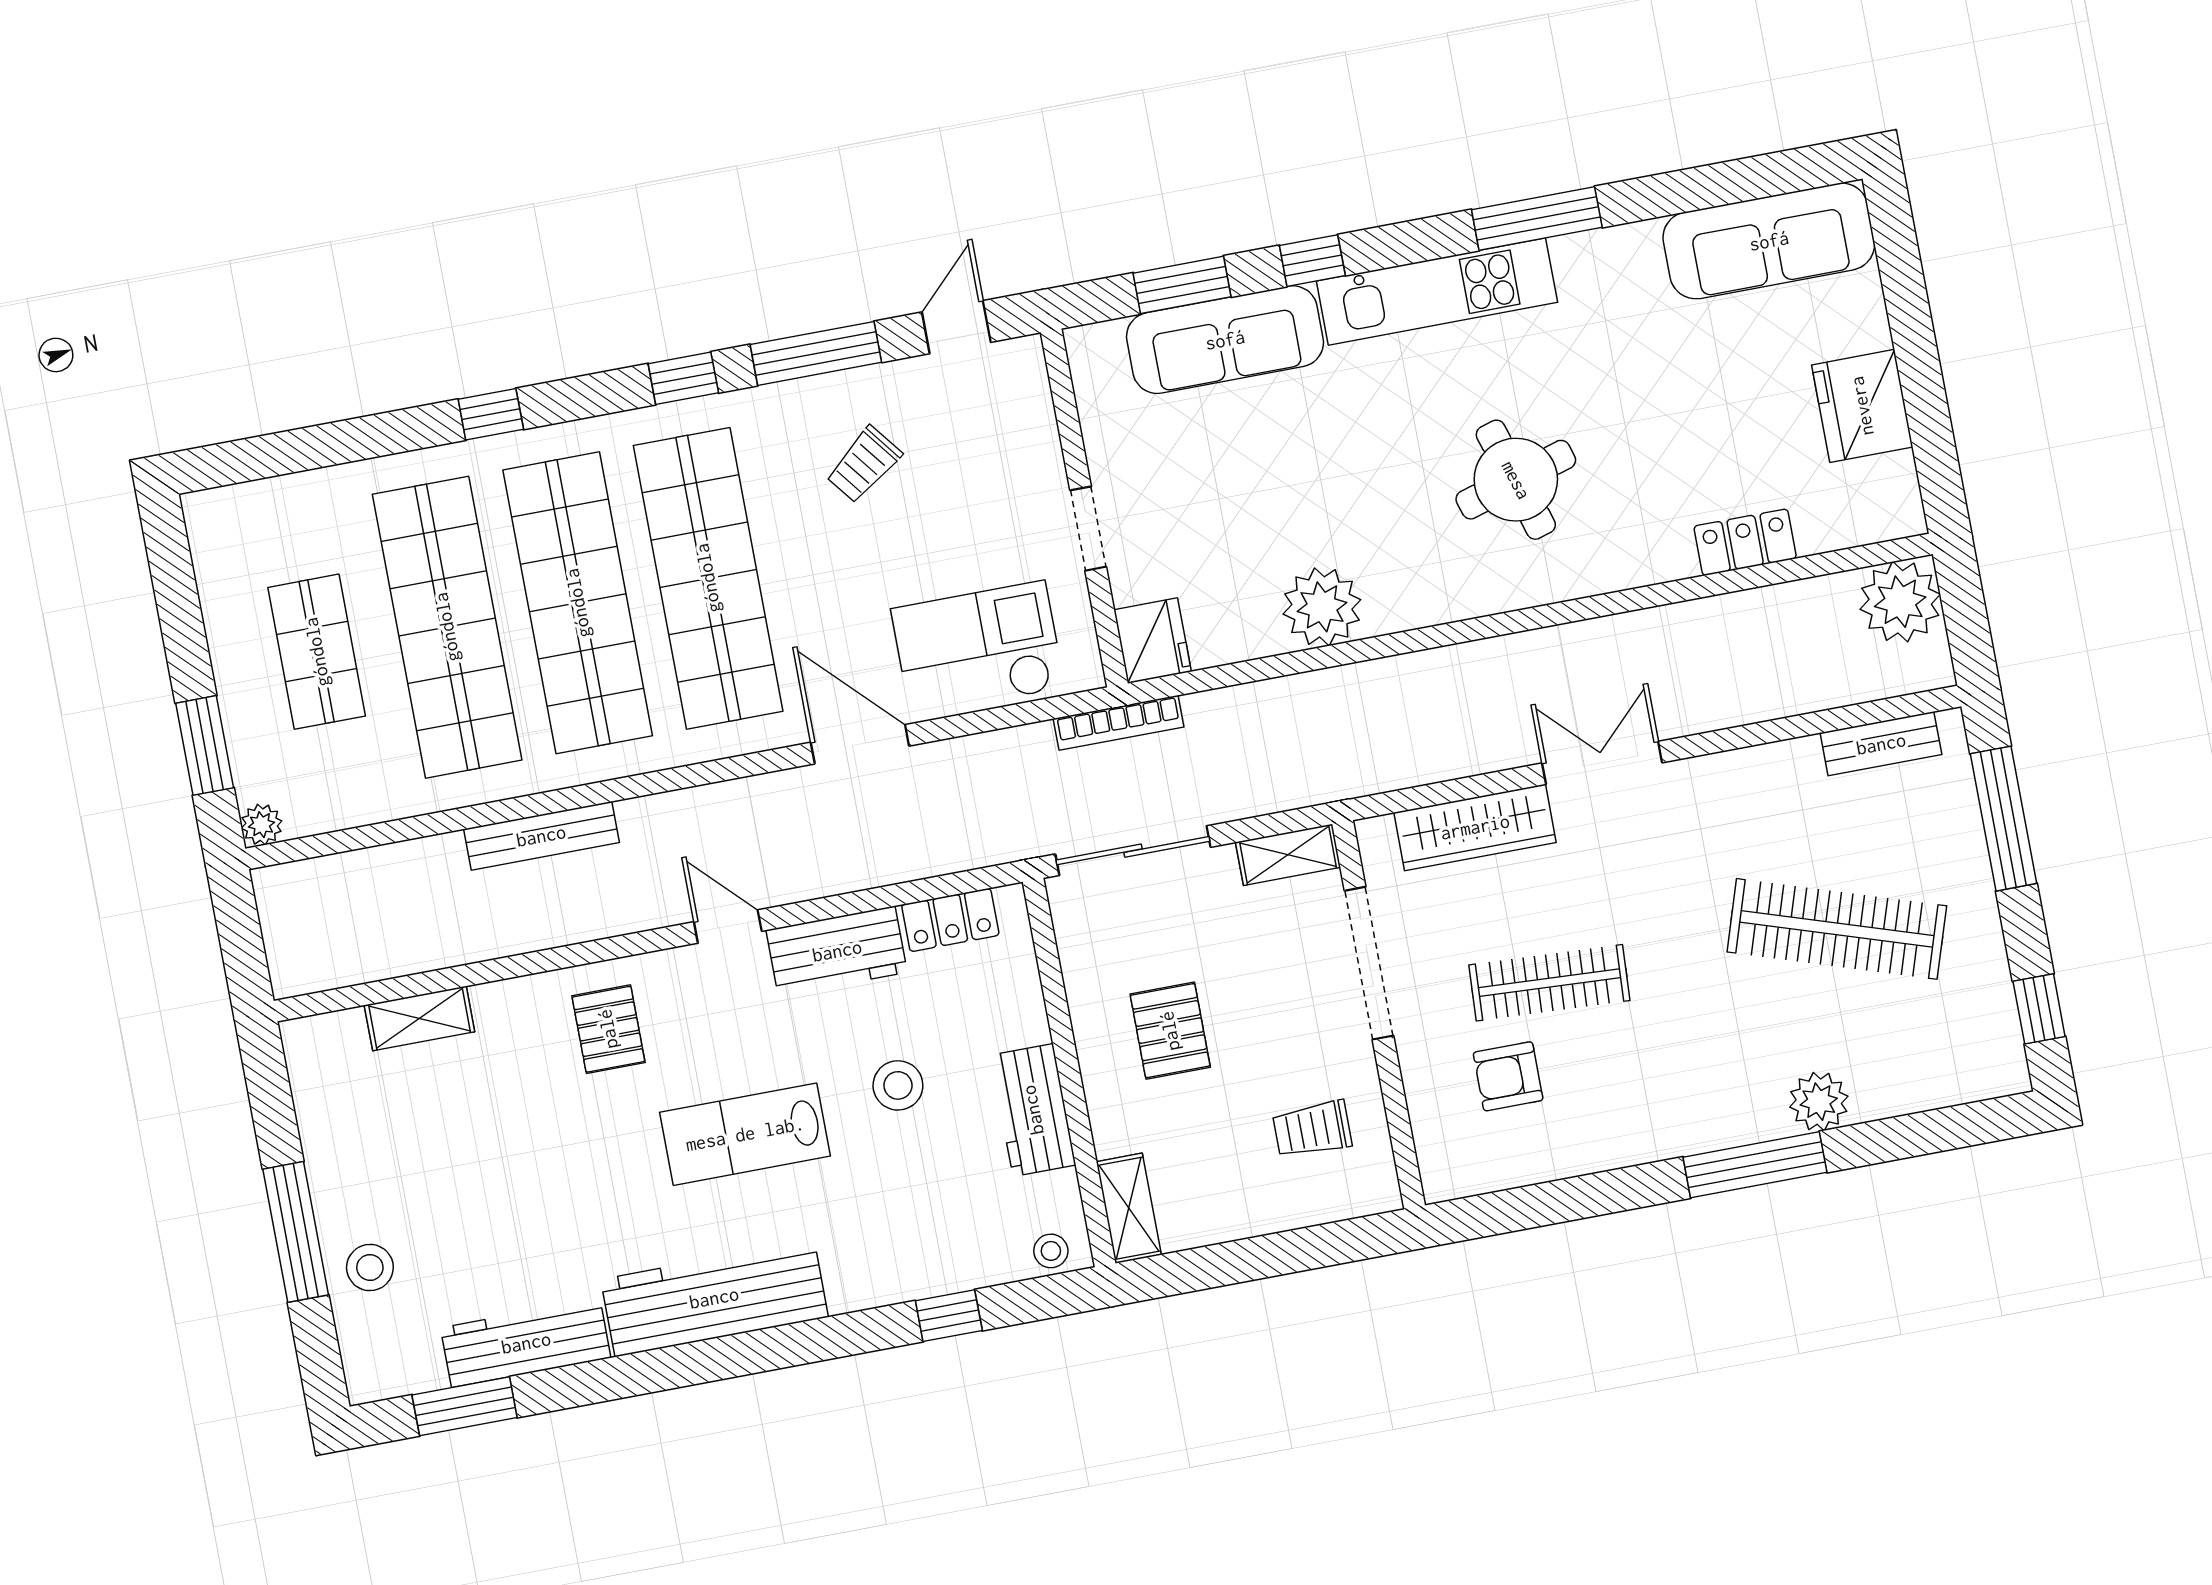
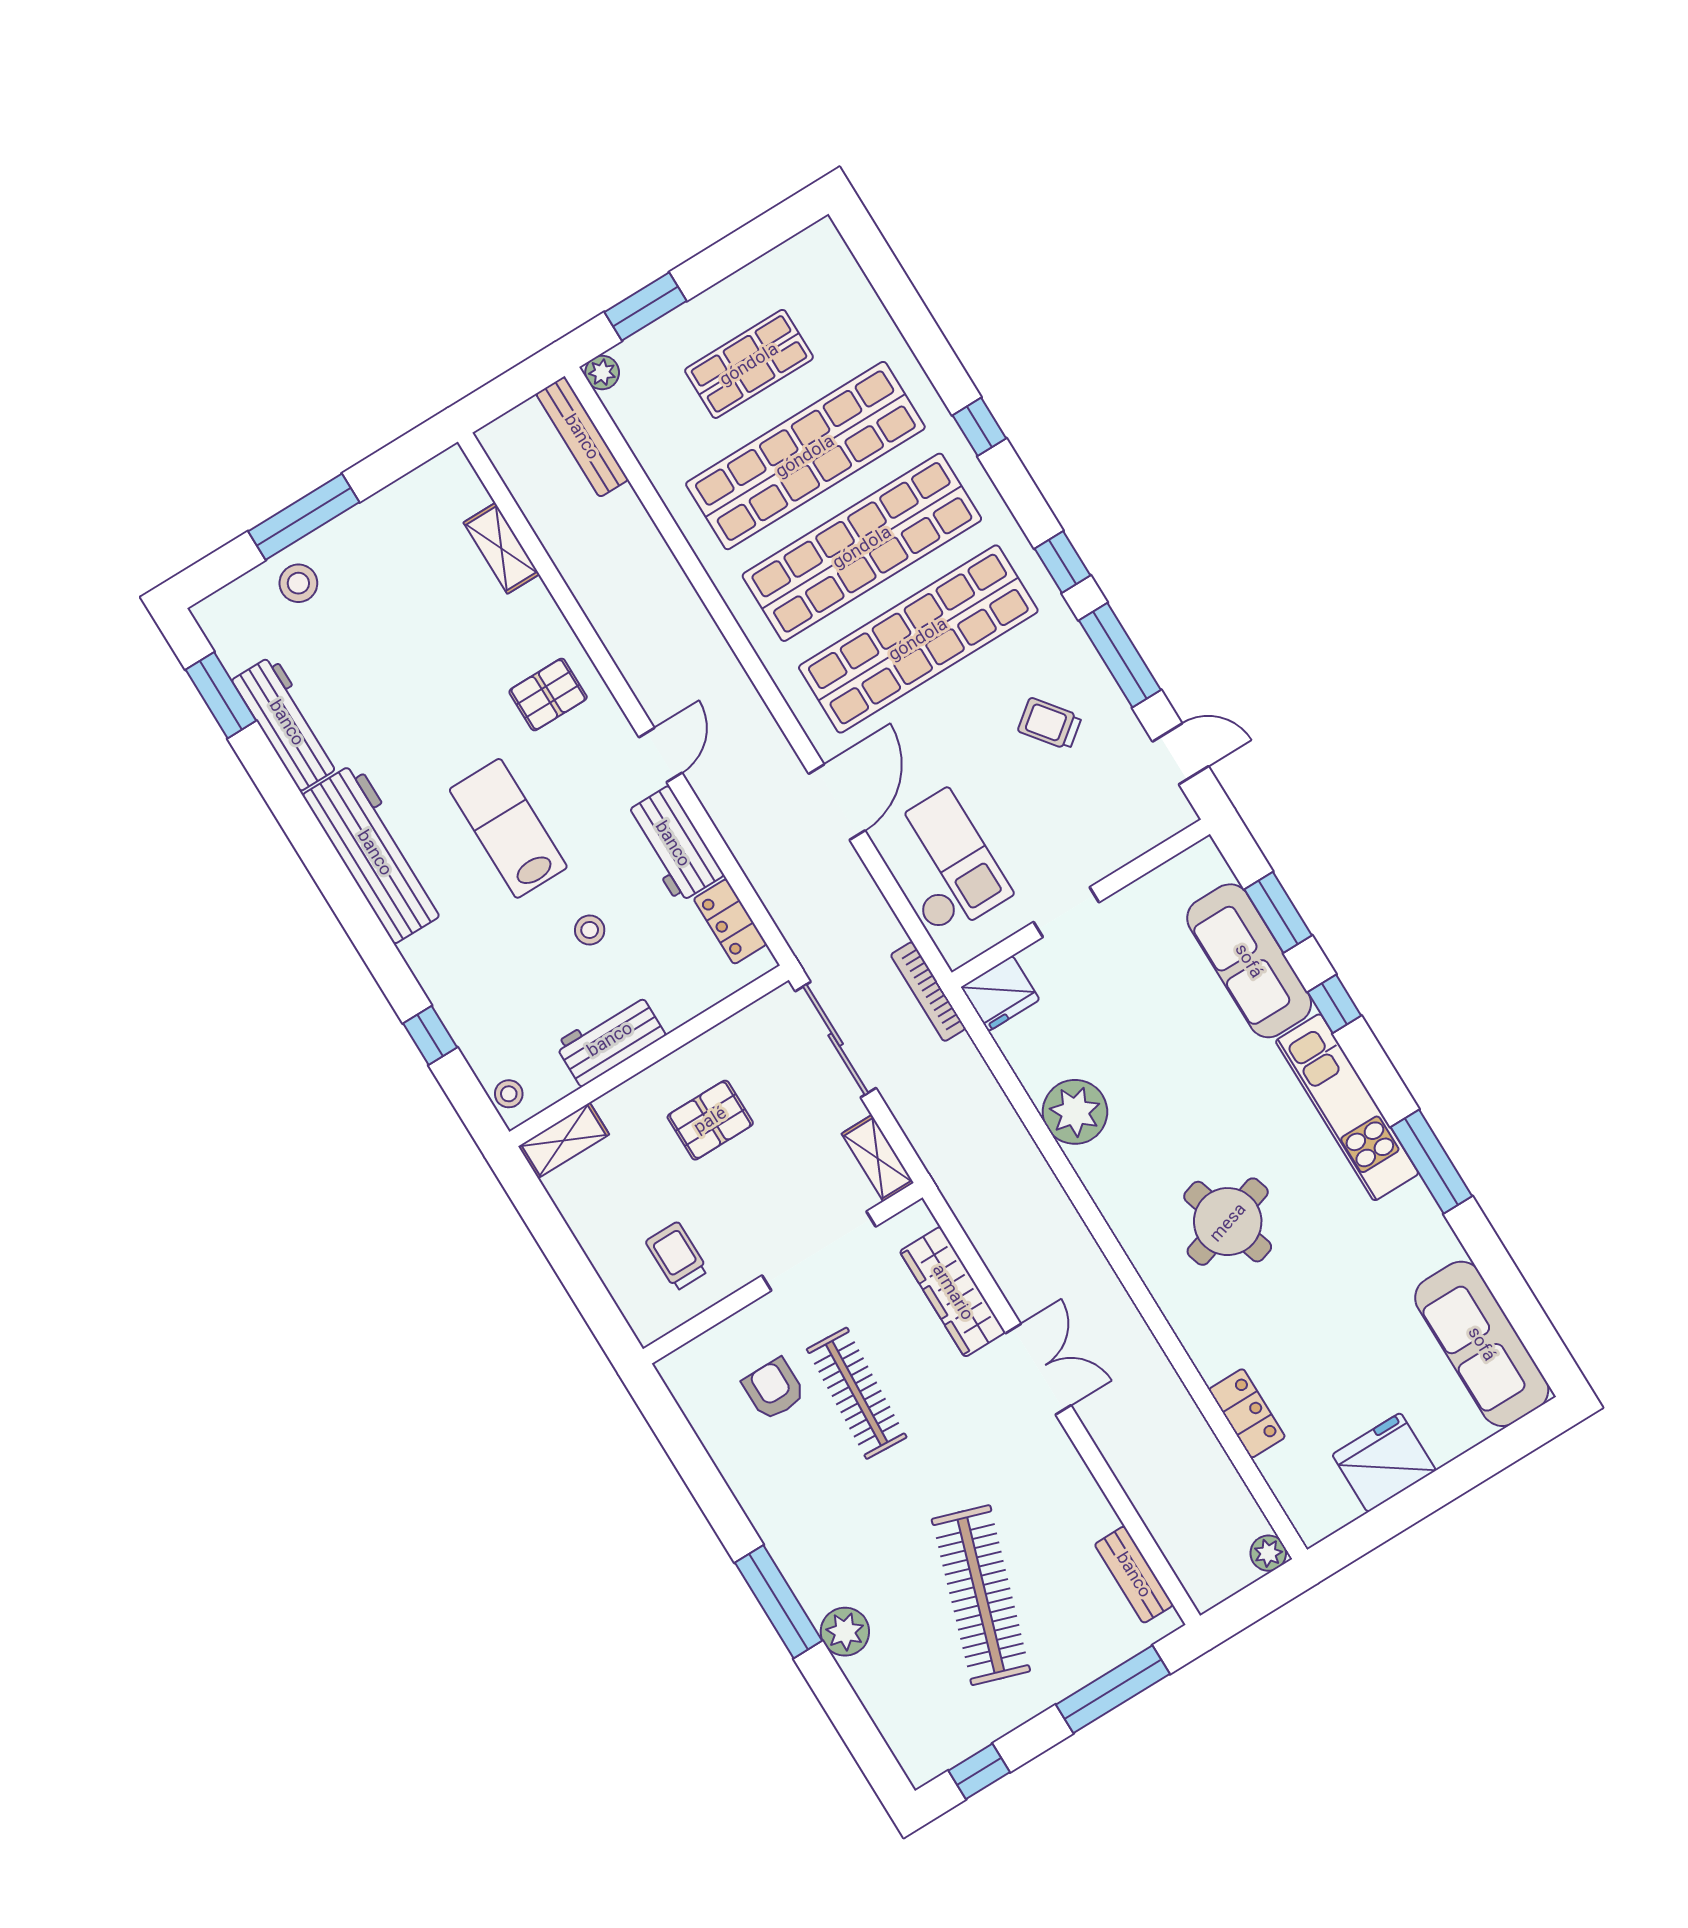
plant: (1900, 602) -> (1268, 1553), width x0.53, depth x0.53
bench: (541, 836) -> (582, 437), moved
stool: (898, 1085) -> (590, 930), width x0.73, depth x0.73

